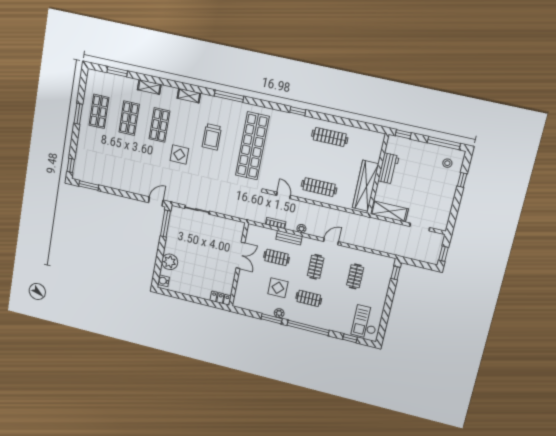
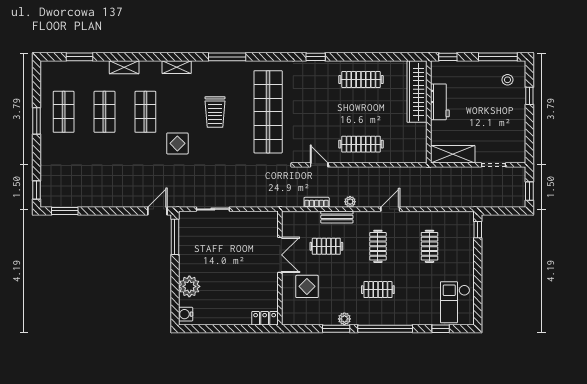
wardrobe: (365, 186) -> (417, 92), moved
display table: (278, 288) -> (307, 286), moved

